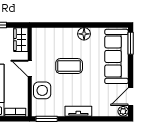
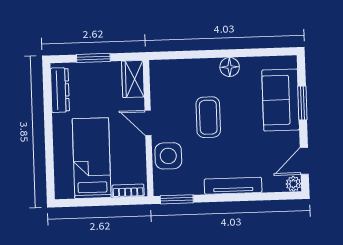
window: (131, 43) -> (302, 103), moved
sofa: (117, 56) -> (281, 100), width x0.73
coffee table: (69, 66) -> (208, 117), turned 90
tv unit: (78, 111) -> (233, 186), width x1.41

